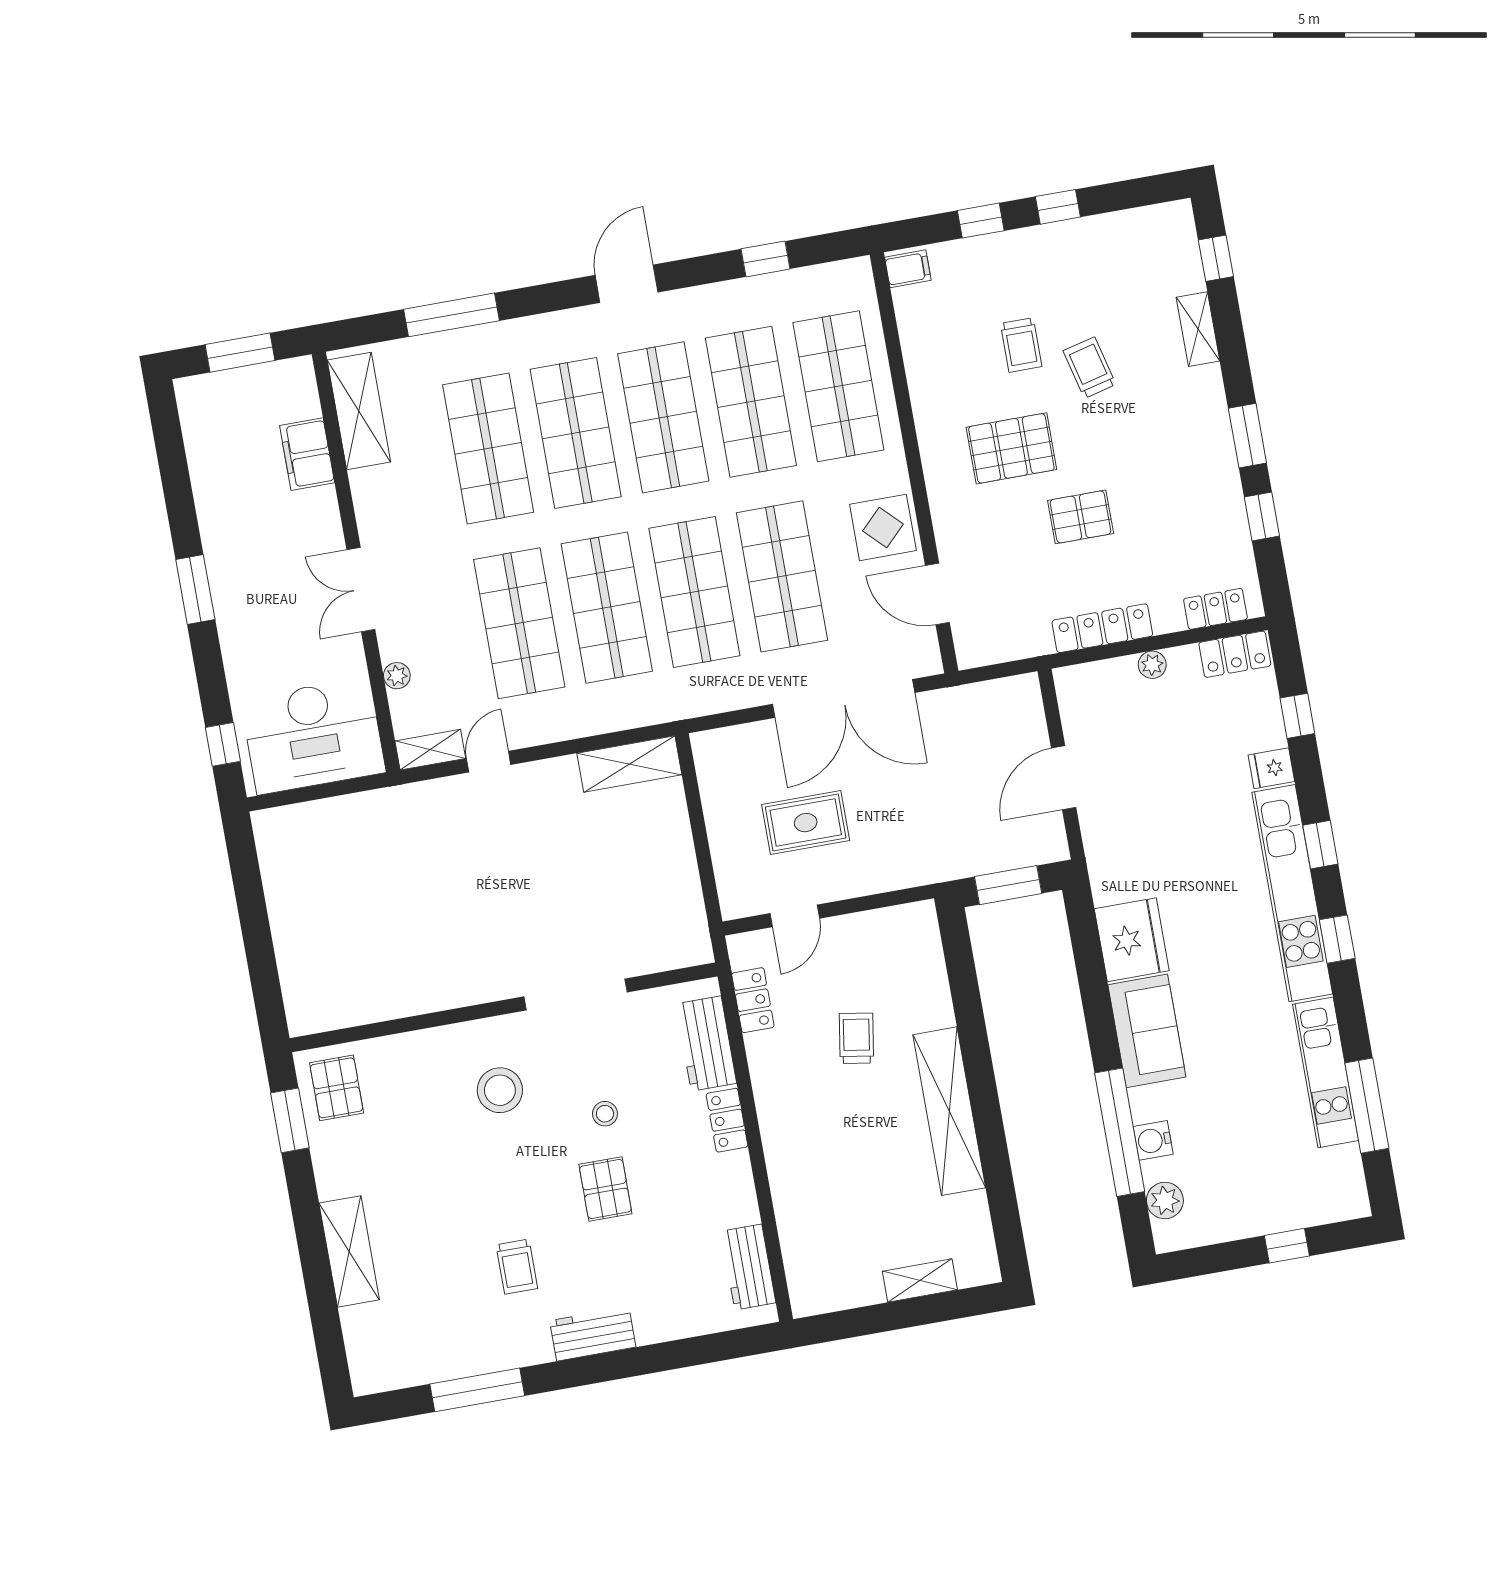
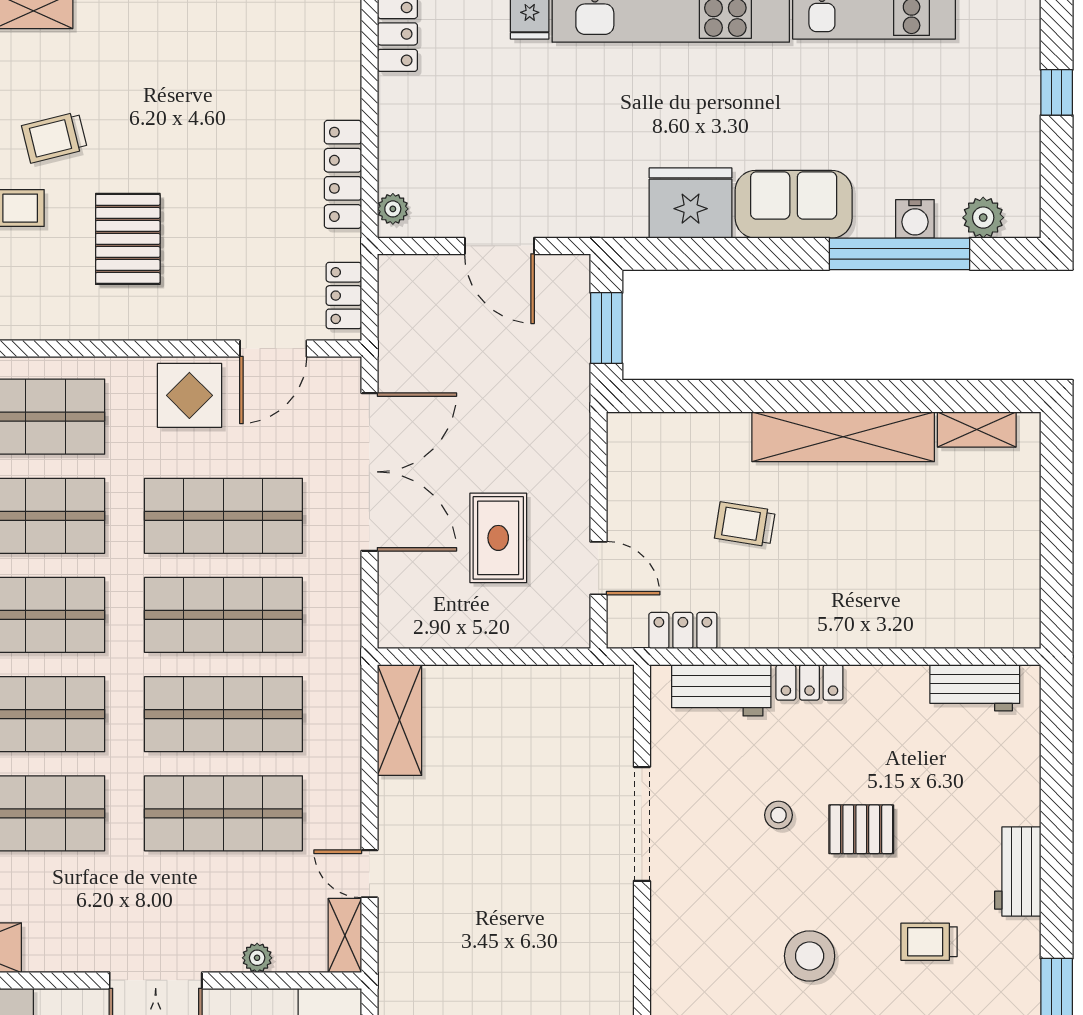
pallet: (1081, 517) -> (217, 177), removed
locker: (1215, 609) -> (344, 296), moved
plant: (1152, 665) -> (393, 209), moved
stool: (500, 1090) -> (810, 956), moved
trolley: (517, 1267) -> (929, 942), turned 180
shelving: (920, 1281) -> (977, 429), moved, turned 90

